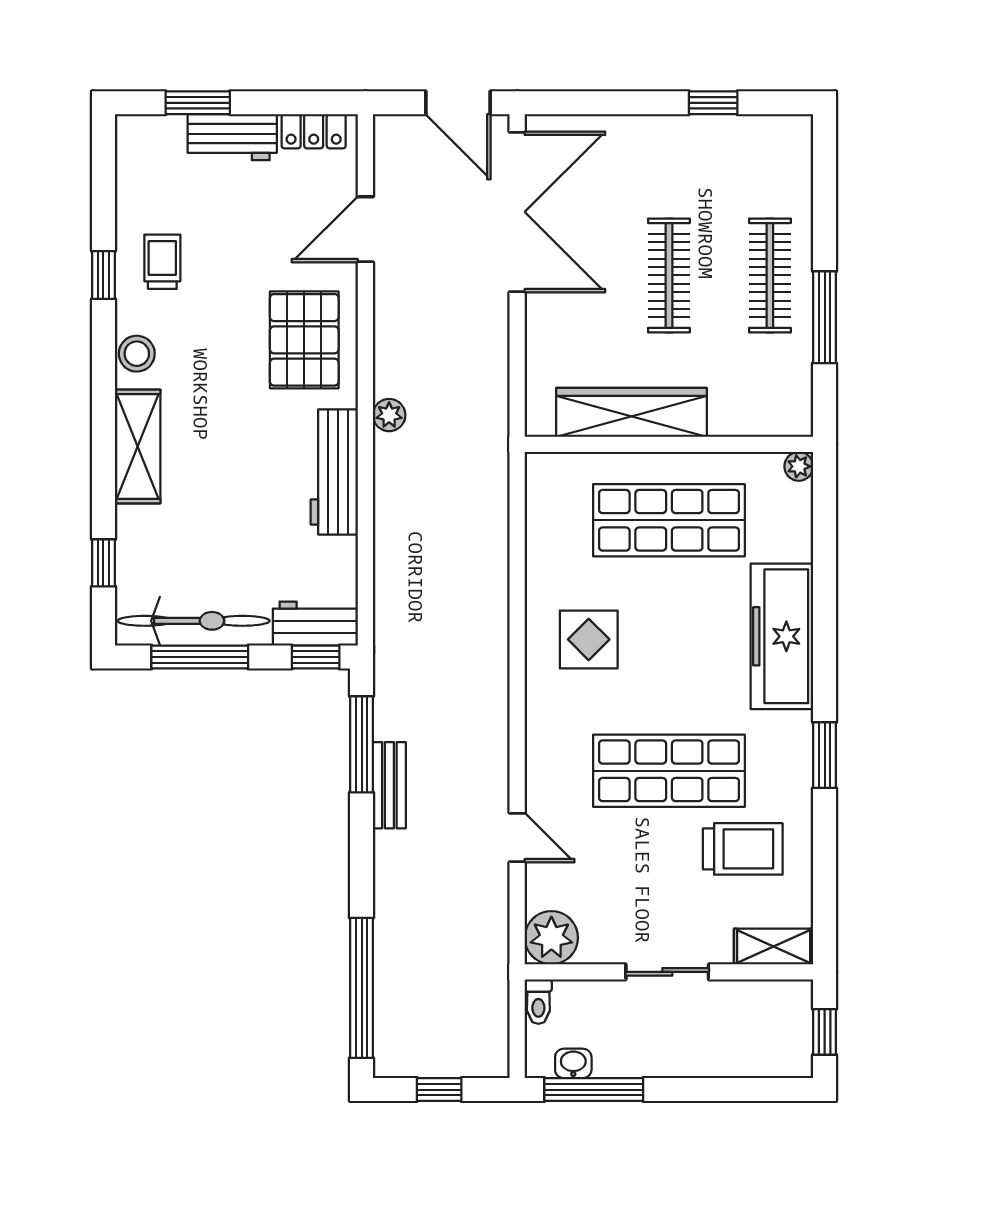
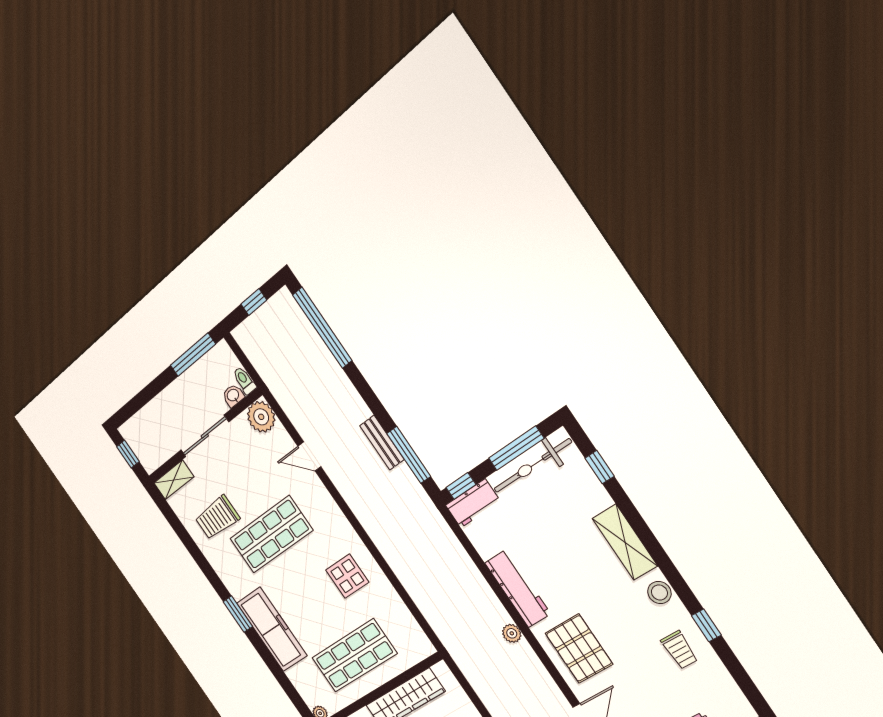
window: (825, 755) -> (238, 614), moved
sliding door: (667, 972) -> (205, 436), width x1.37
washbasin: (573, 1063) -> (233, 396), moved, turned 180

